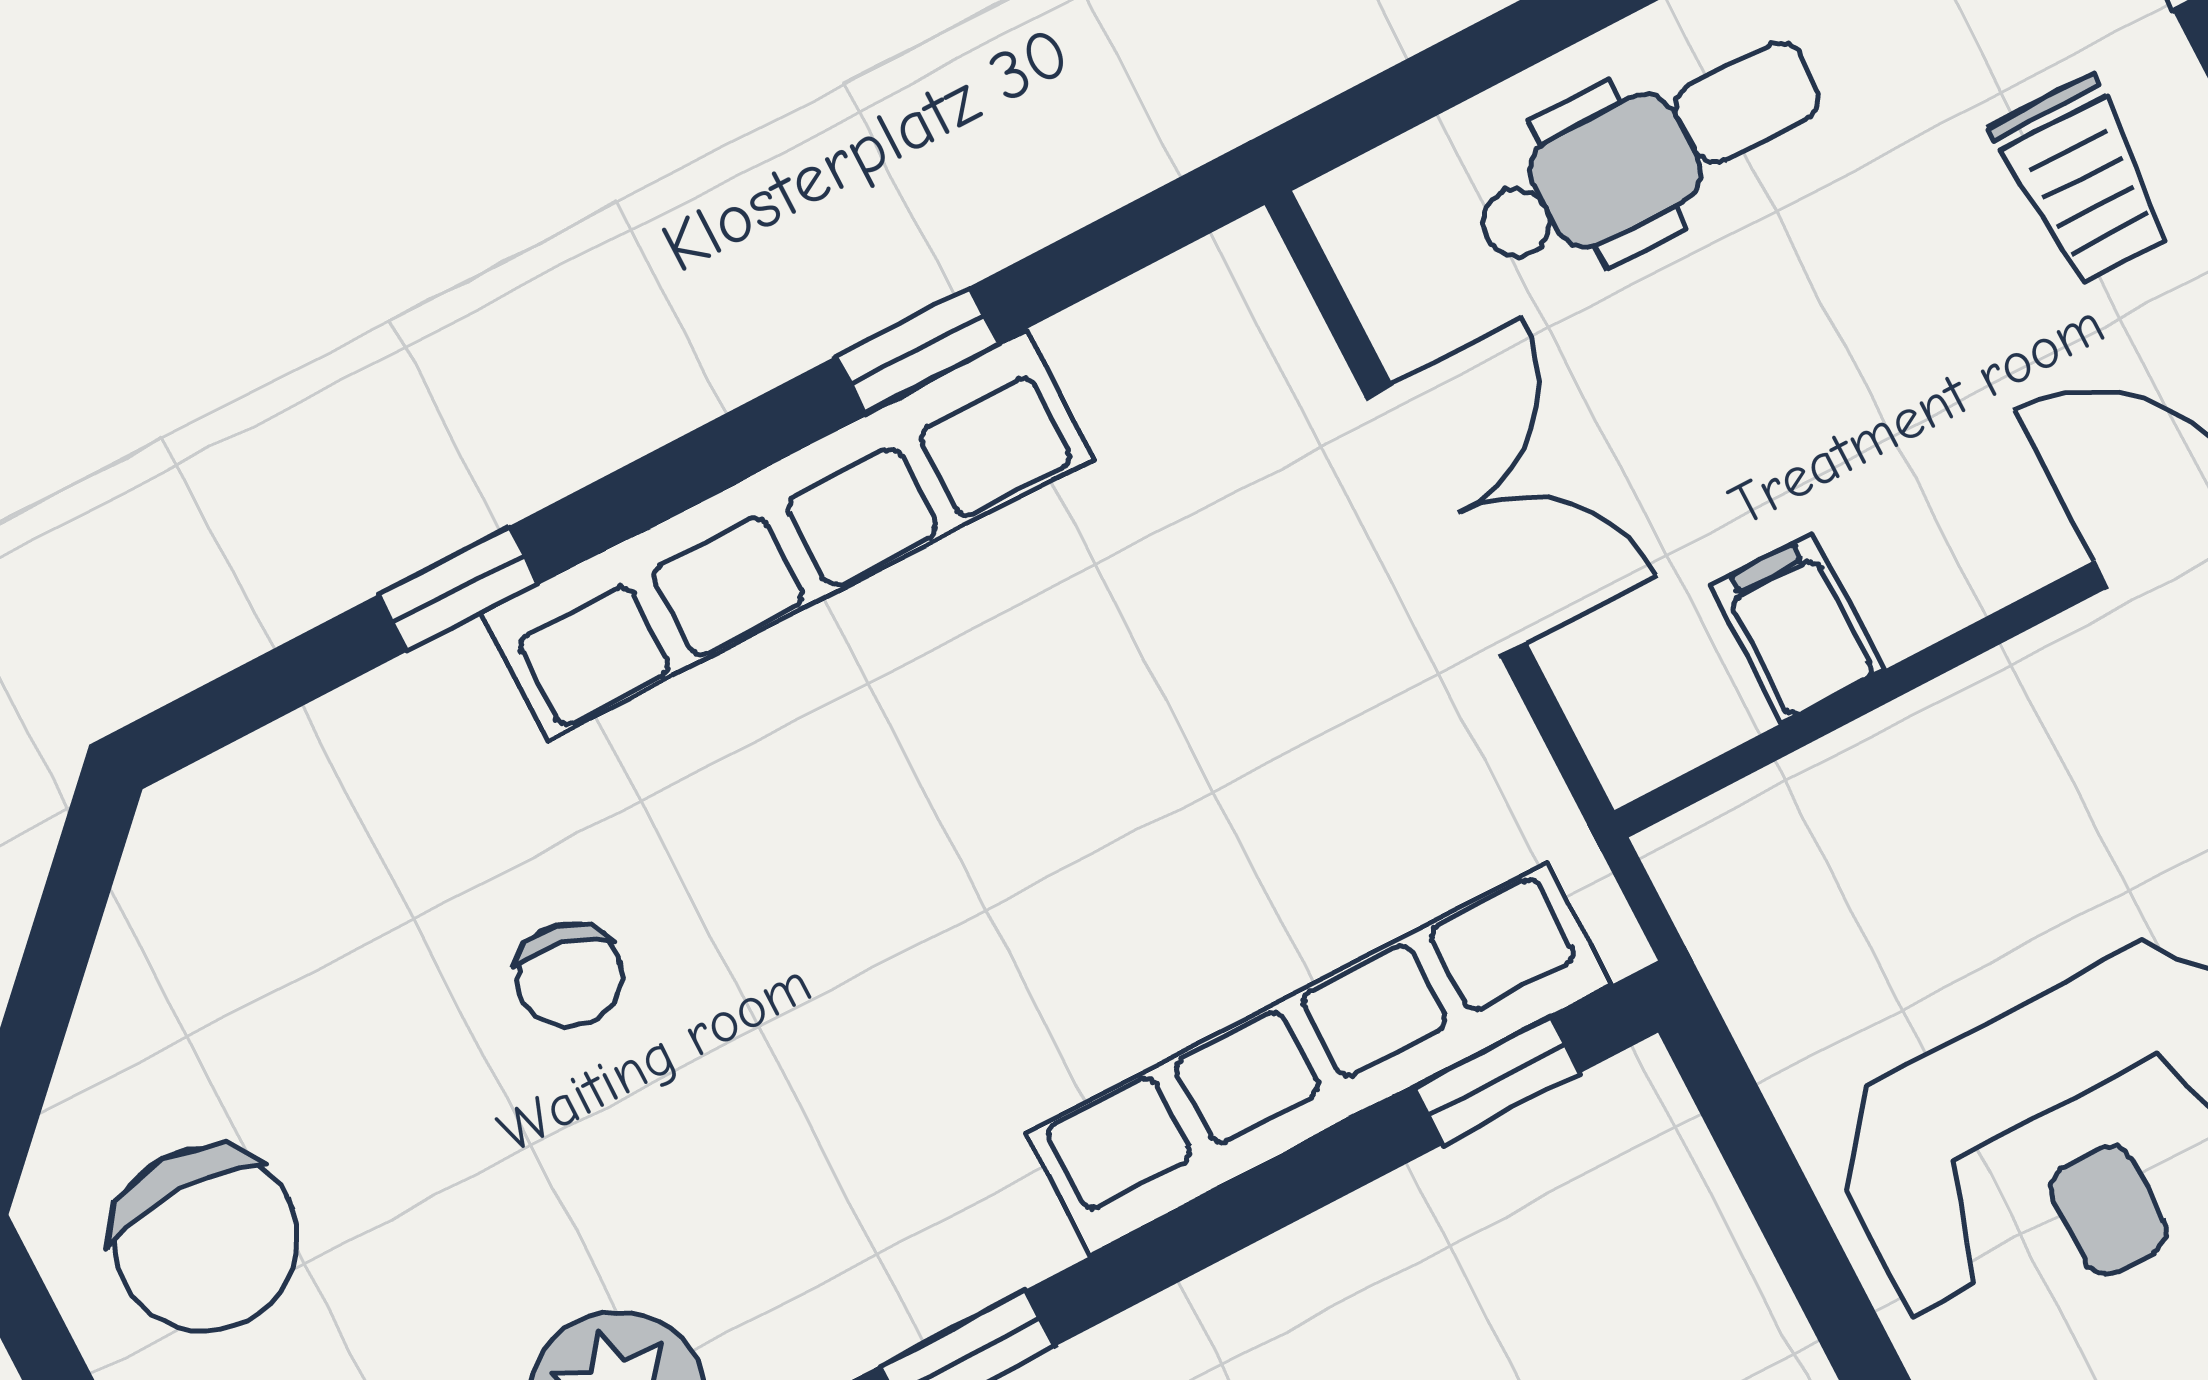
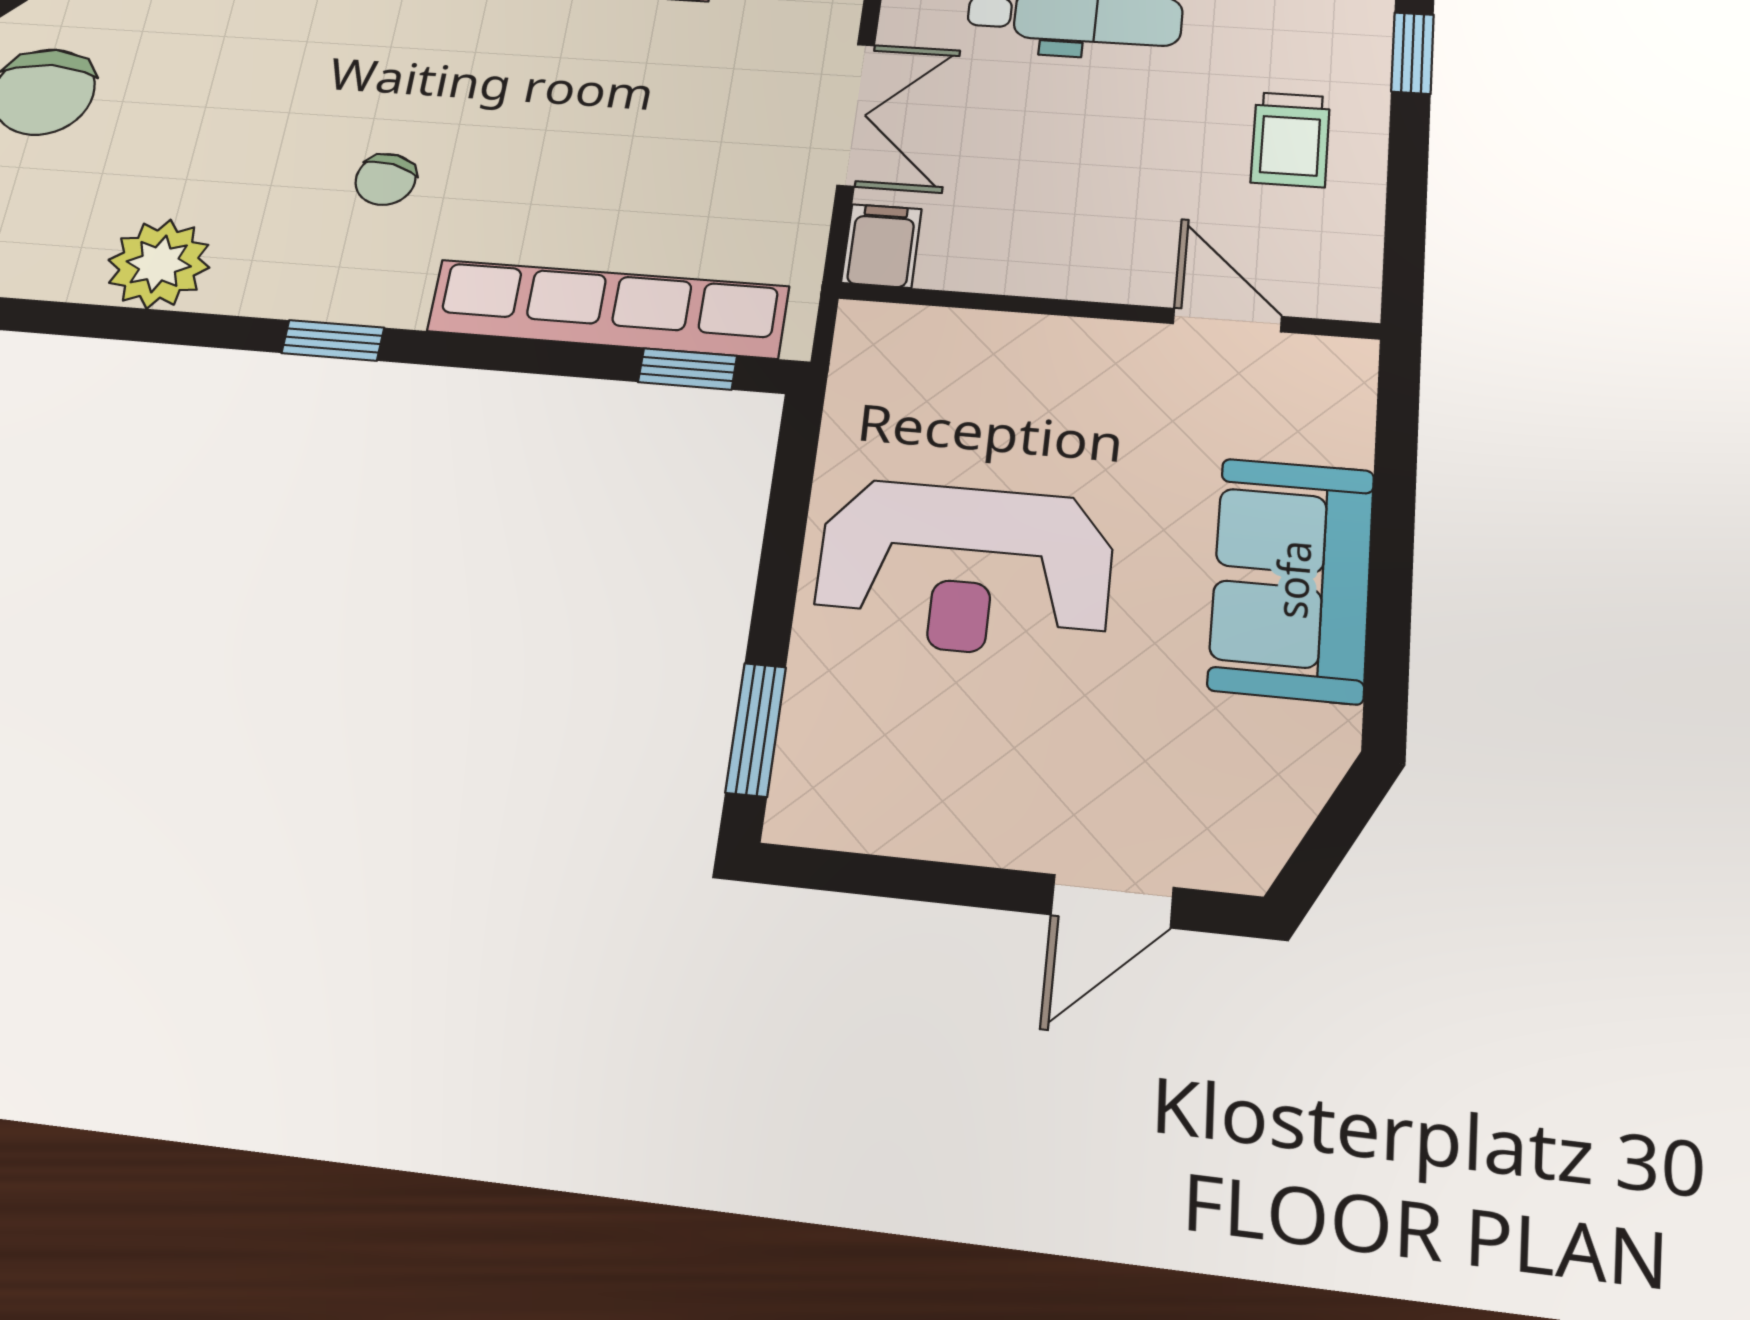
filing cabinet: (1797, 628) -> (881, 246), moved
chair: (569, 975) -> (386, 179), moved

